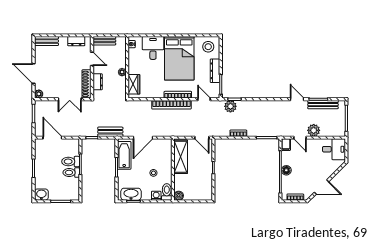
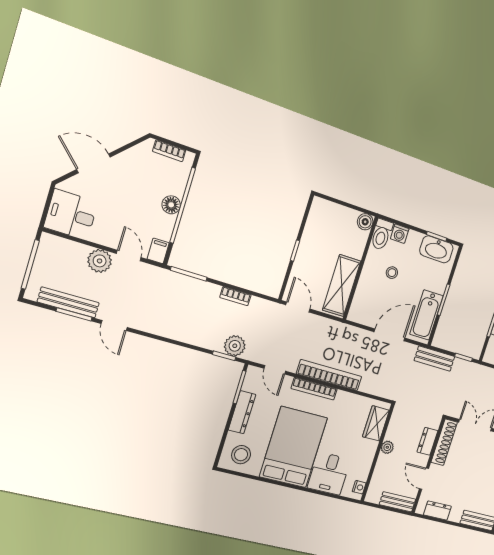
door: (321, 187) -> (93, 163), moved

